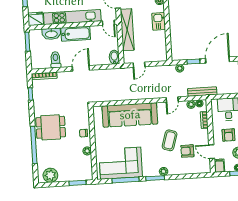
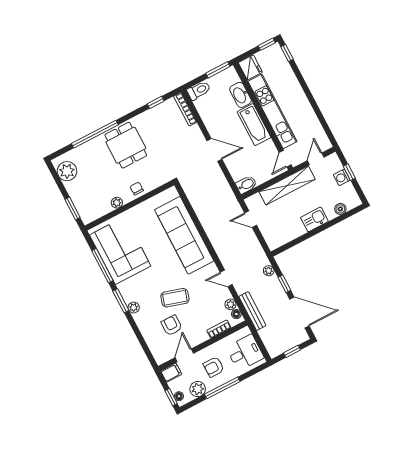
toilet: (56, 60) -> (199, 90), moved

